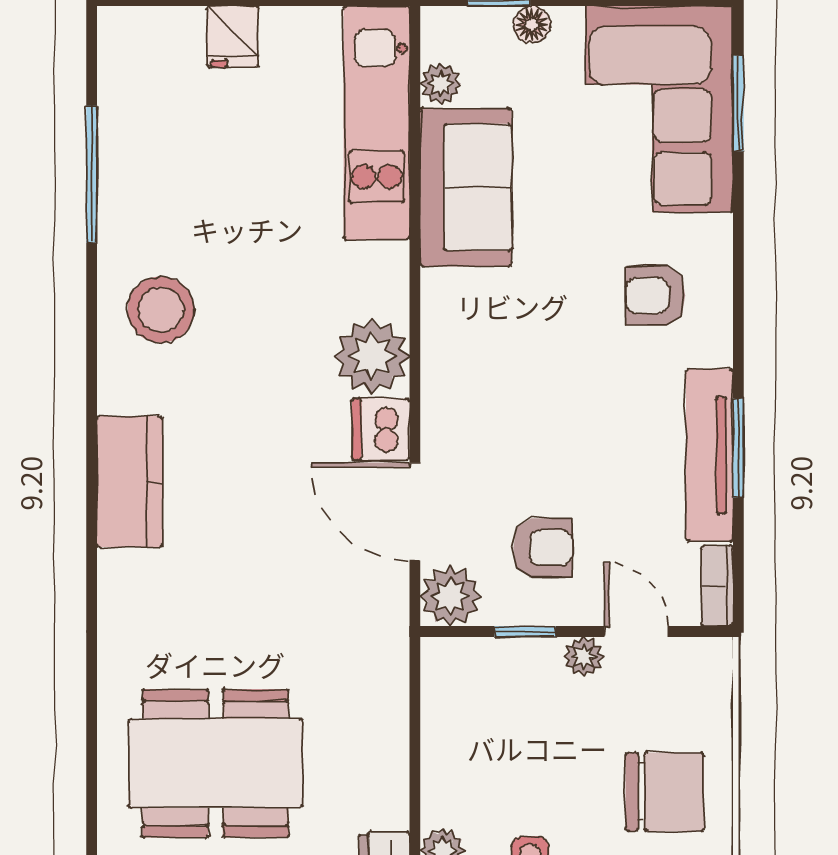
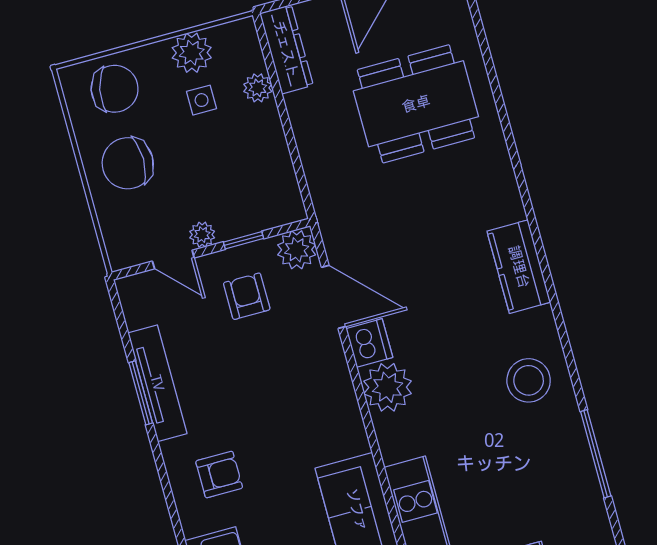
armchair: (543, 548) -> (247, 296), turned 90
bookcase: (717, 586) -> (130, 302), removed

